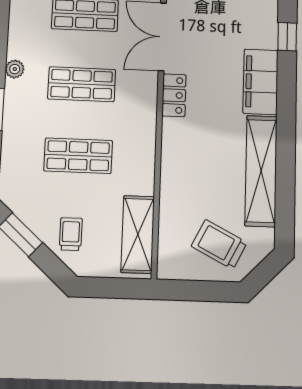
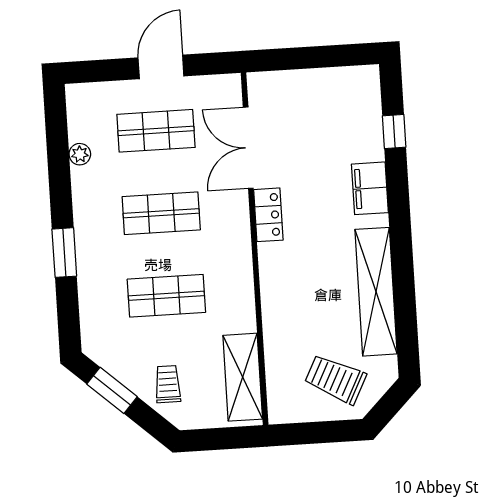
plant: (15, 69) -> (80, 154), moved
filing cabinet: (260, 82) -> (370, 188), width x0.67, depth x0.86

